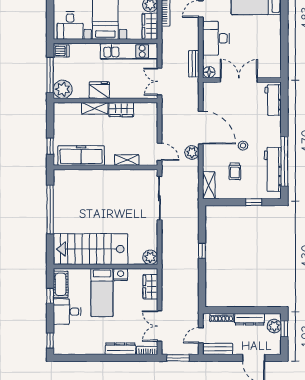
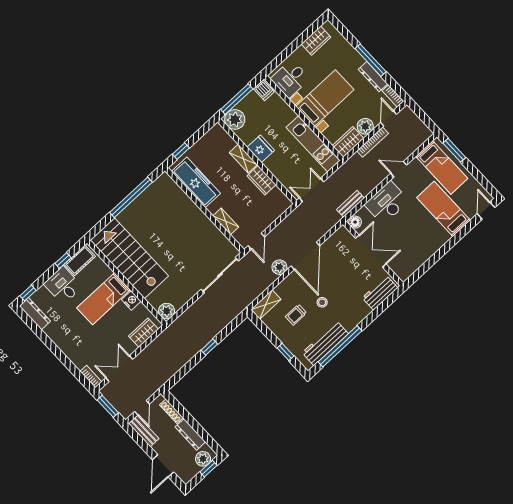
door: (201, 335) -> (142, 408), swing flipped
dresser: (120, 349) -> (35, 314), moved

